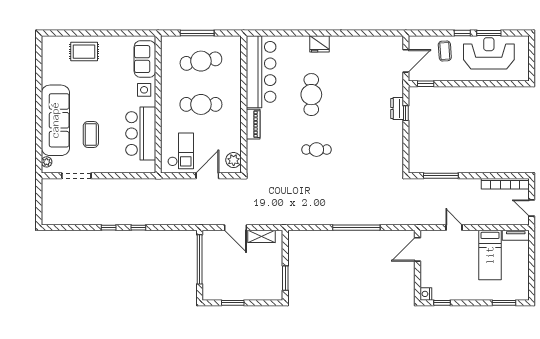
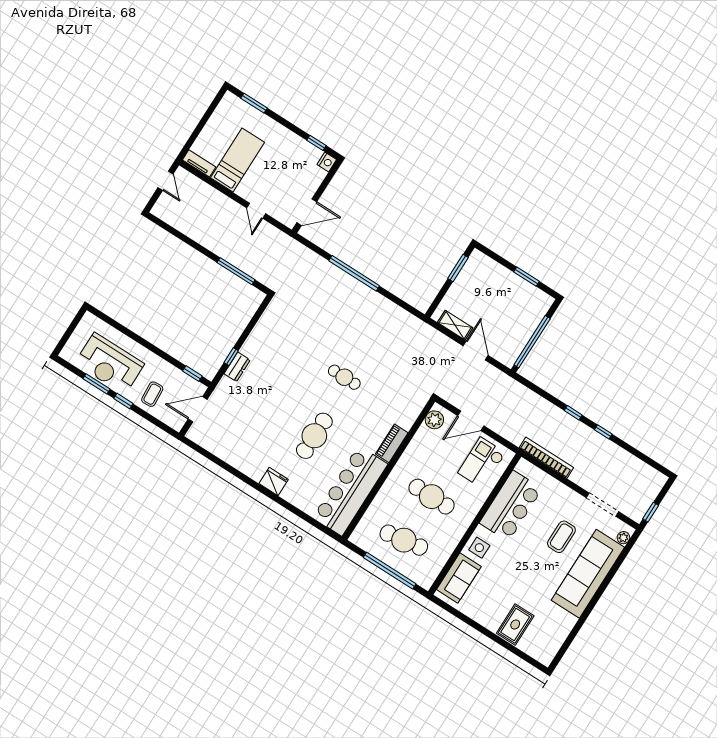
window: (197, 33) -> (390, 571), width x1.46
rug: (84, 52) -> (515, 625), turned 90
bookcase: (505, 184) -> (546, 458), moved
window: (39, 192) -> (651, 512), added

